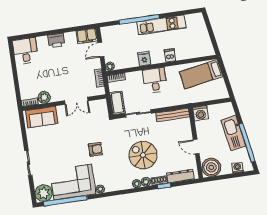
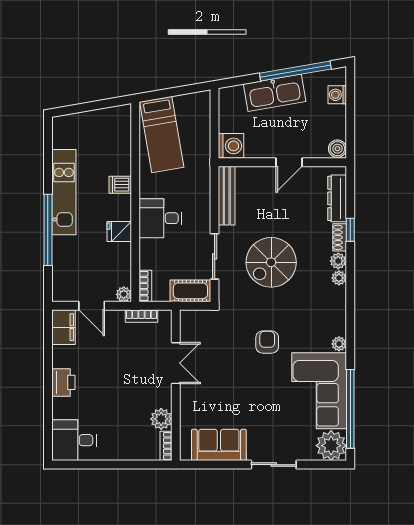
sofa: (42, 117) -> (219, 445), moved, turned -90
spiral stairs: (143, 155) -> (271, 262), moved
boiler: (211, 167) -> (337, 149), width x0.54, depth x0.54

